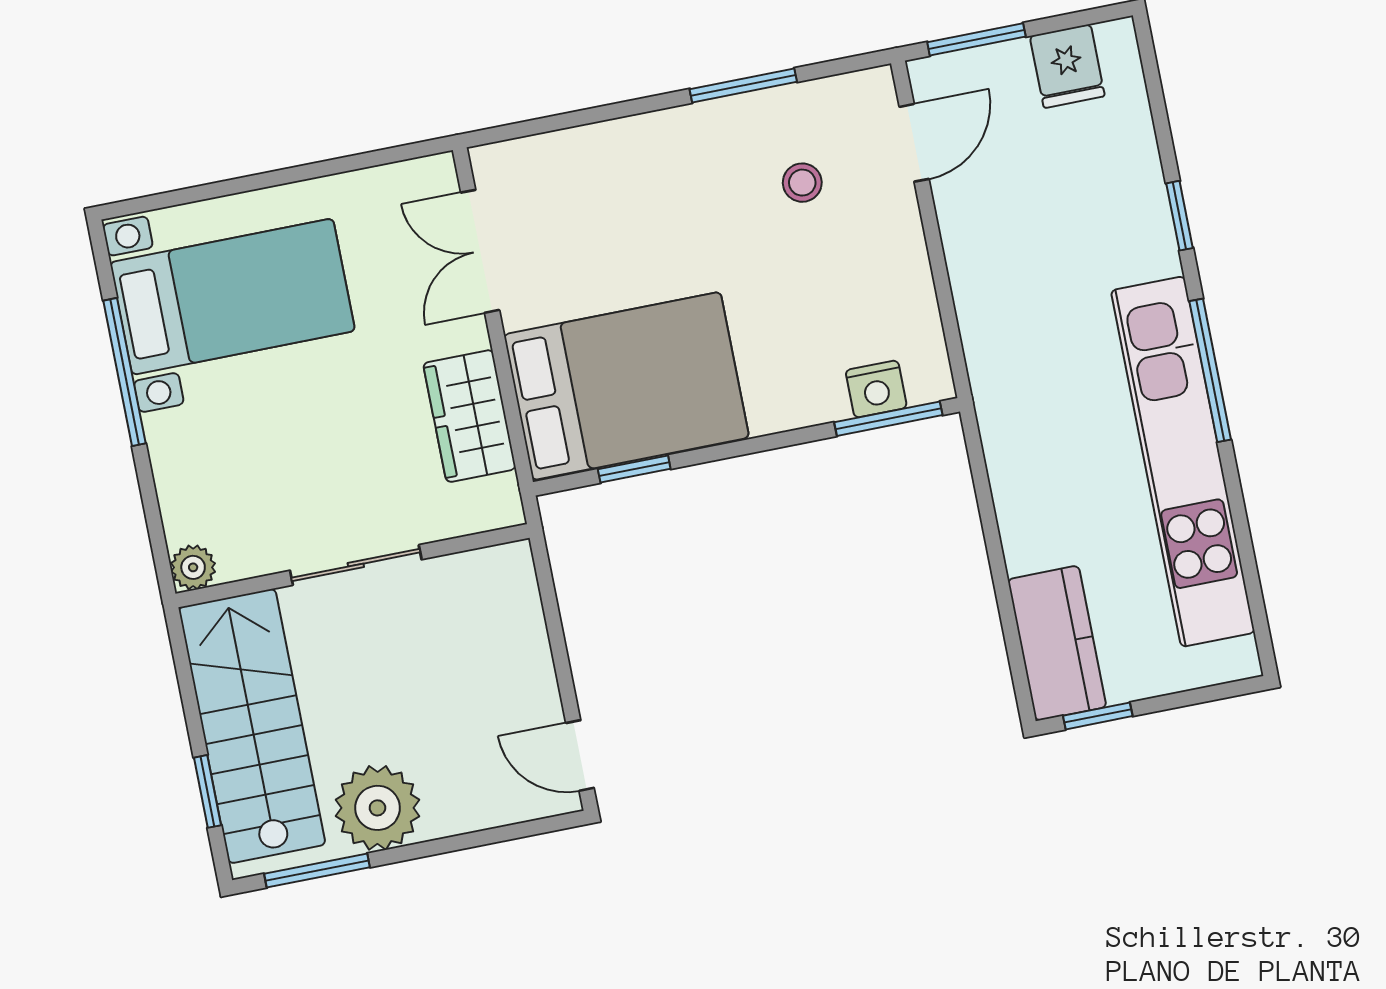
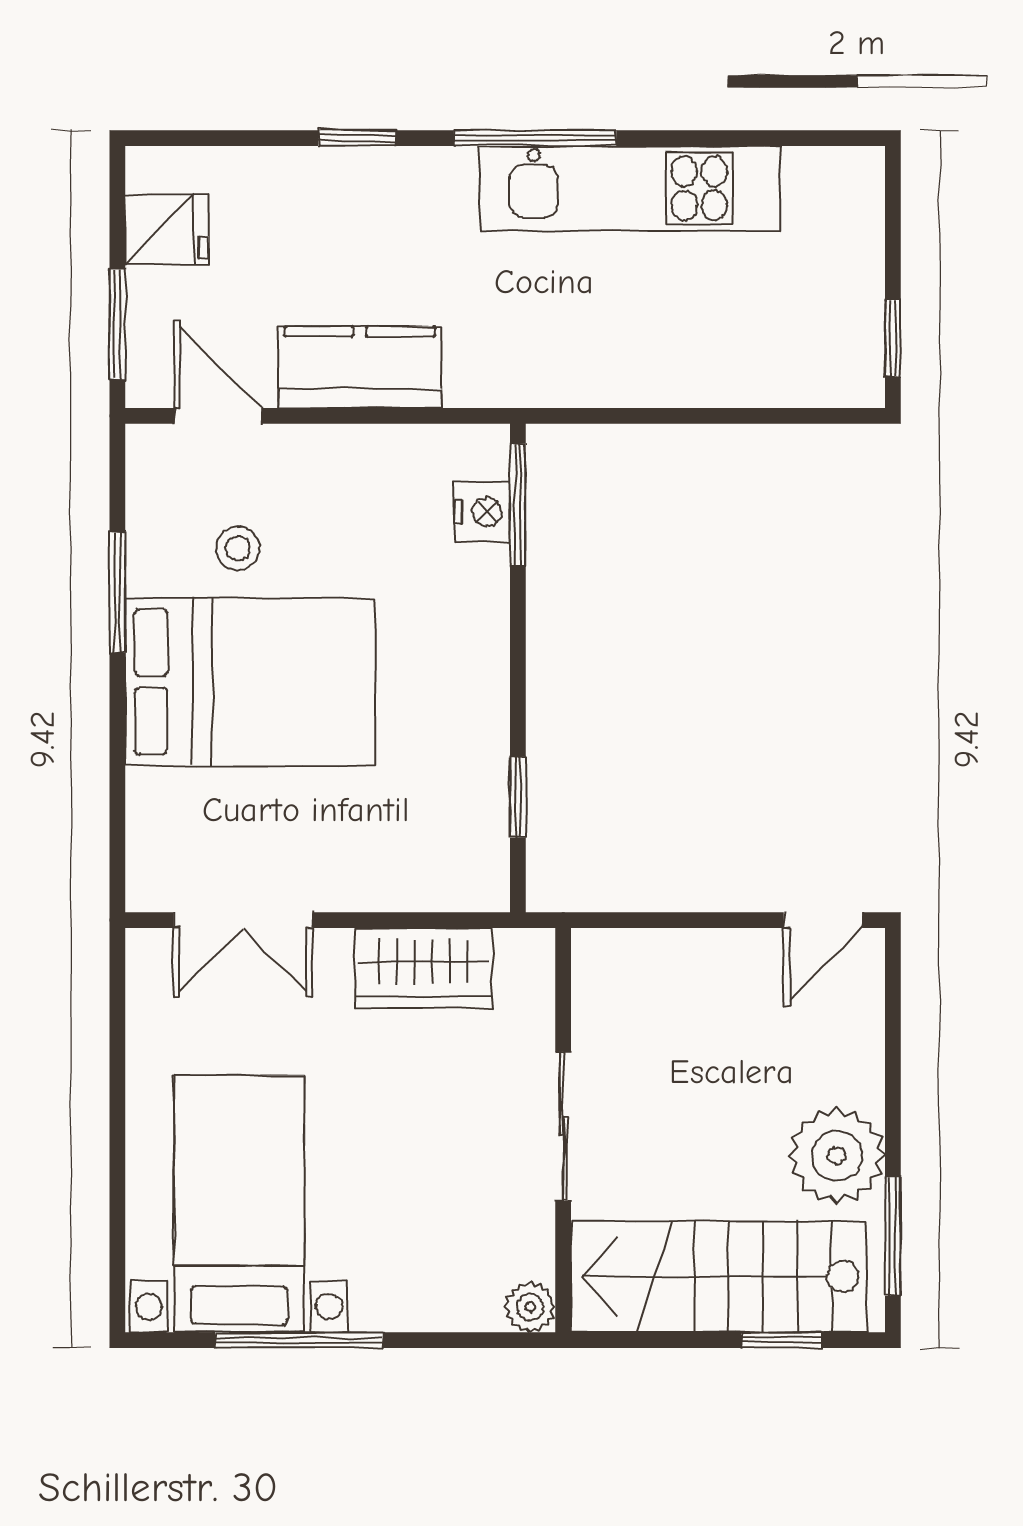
bed: (626, 386) -> (250, 682), moved, turned 90
kitchen unit: (1183, 462) -> (630, 188), width x0.73
kitchen counter: (1057, 643) -> (360, 367), moved

